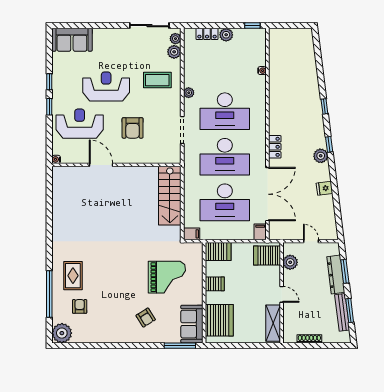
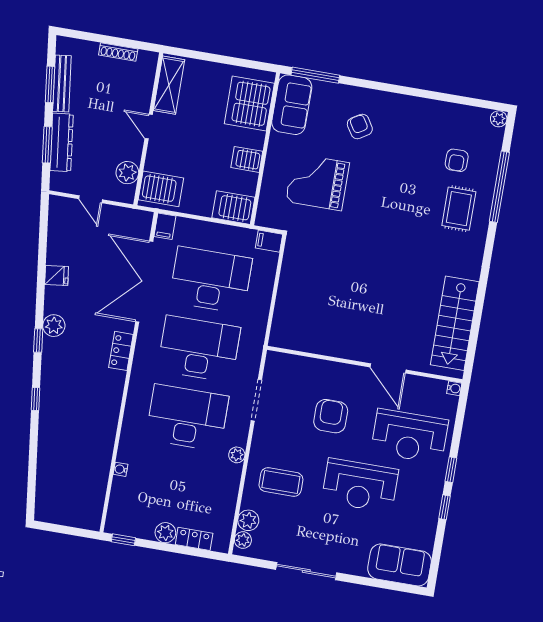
sliding door: (149, 26) -> (306, 571), moved
stairs: (170, 196) -> (455, 323), moved, turned 180
plant: (62, 333) -> (499, 119), width x0.53, depth x0.53

